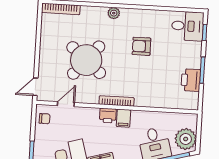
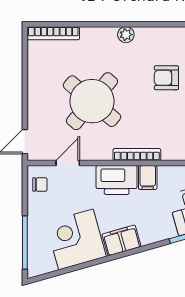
printer: (108, 116) -> (117, 180), width x1.87, depth x1.48

